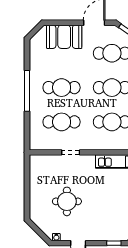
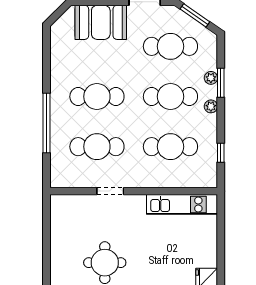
window: (27, 91) -> (47, 123), moved

